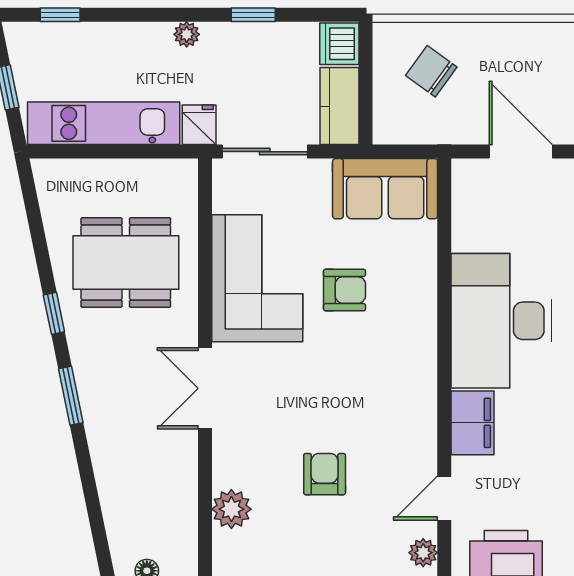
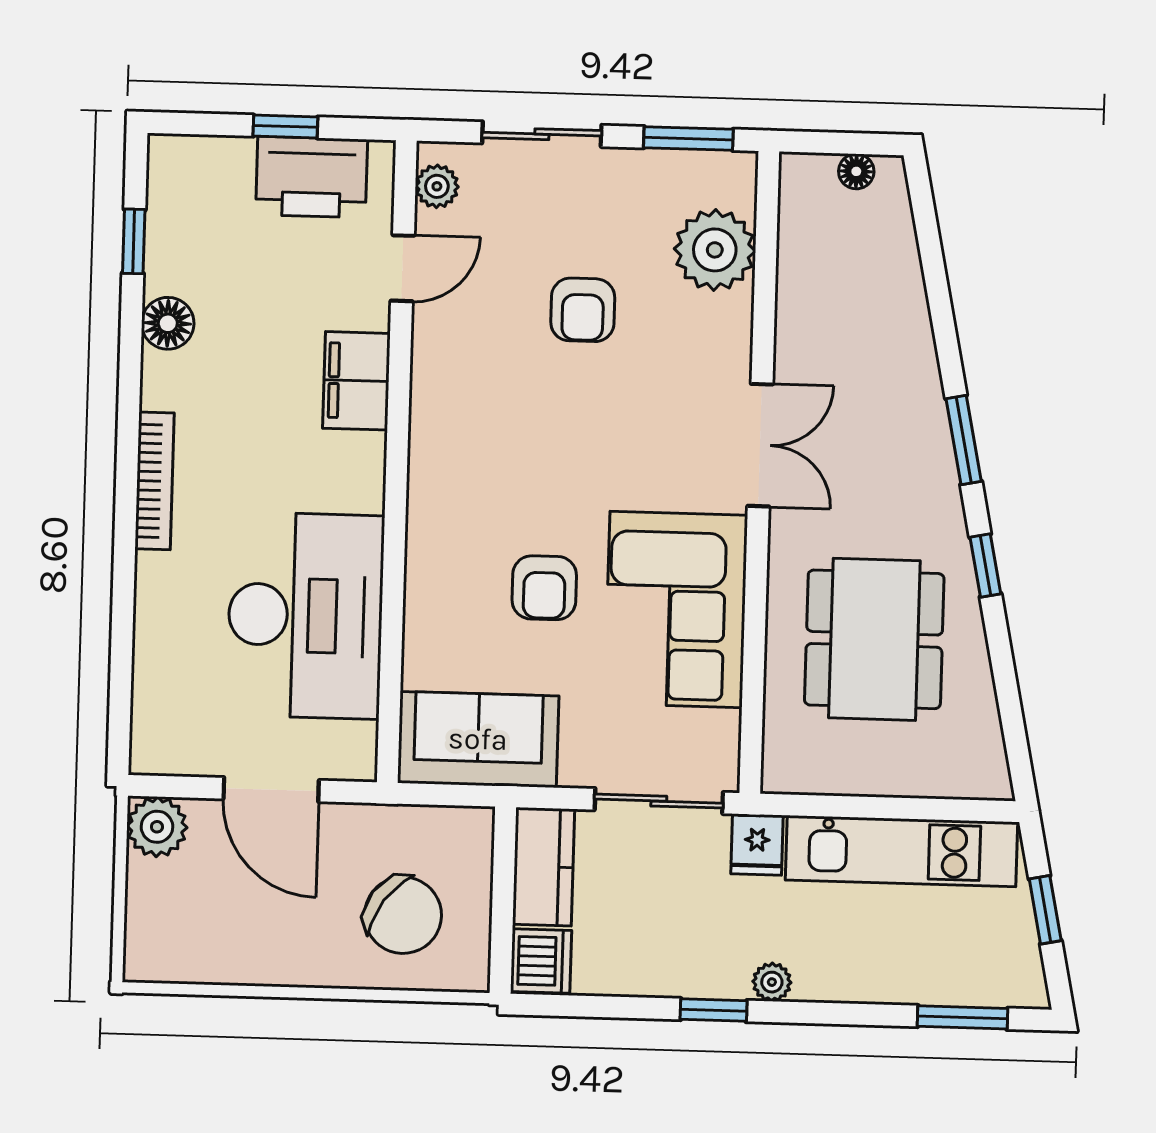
window: (60, 15) -> (963, 1017), width x1.50
window: (253, 15) -> (714, 1010), moved
chair: (431, 71) -> (403, 915), width x1.37, depth x1.37
dining table: (126, 262) -> (874, 639), turned 90
armchair: (345, 290) -> (544, 588), turned -90
desk: (502, 321) -> (305, 615), moved
plant: (231, 509) -> (715, 250), width x1.36, depth x1.36

